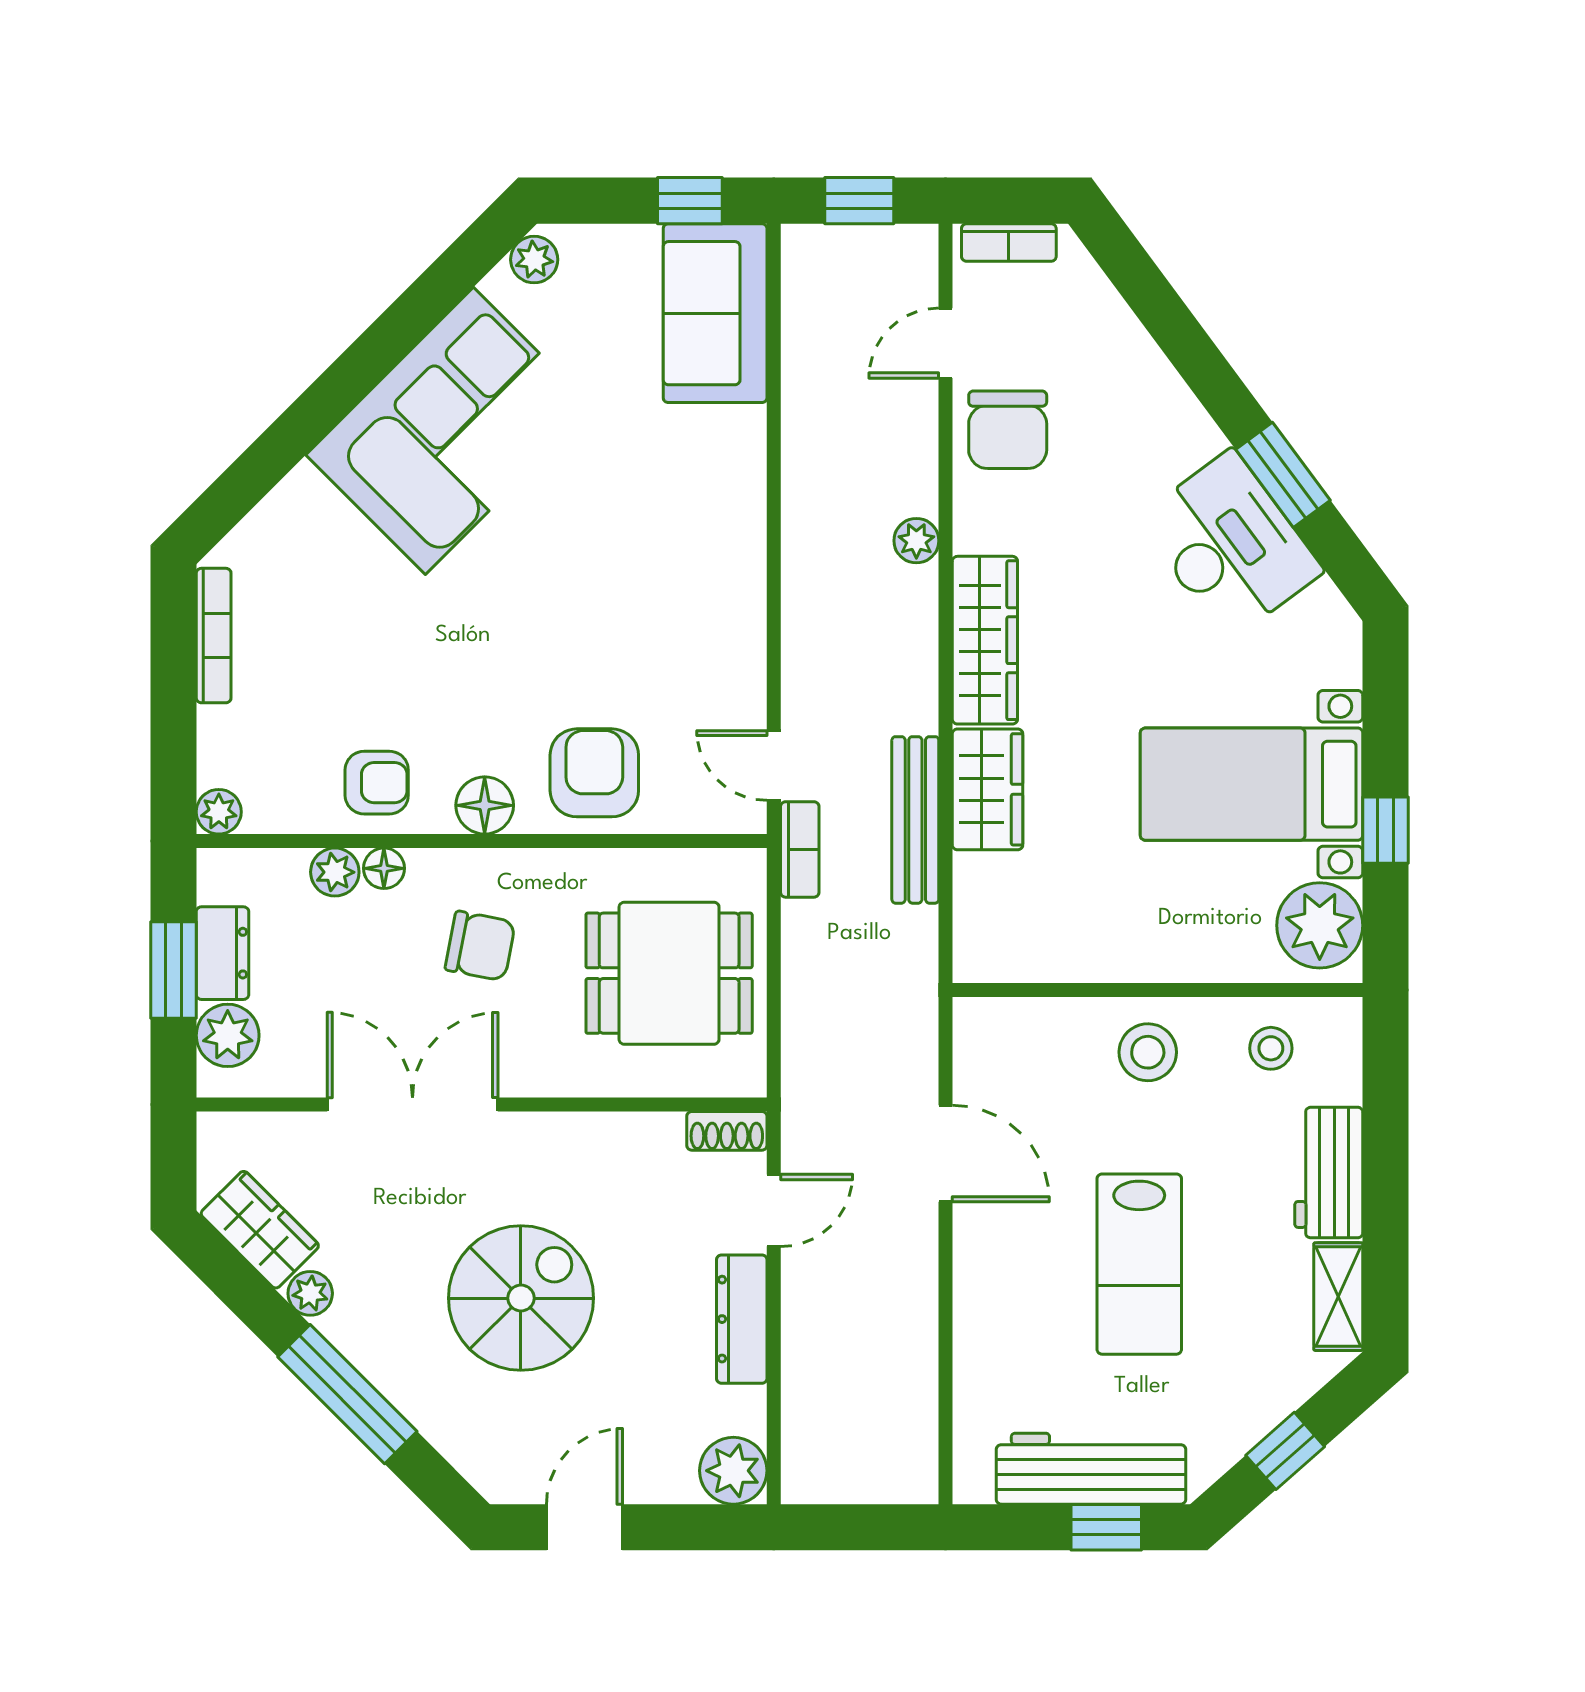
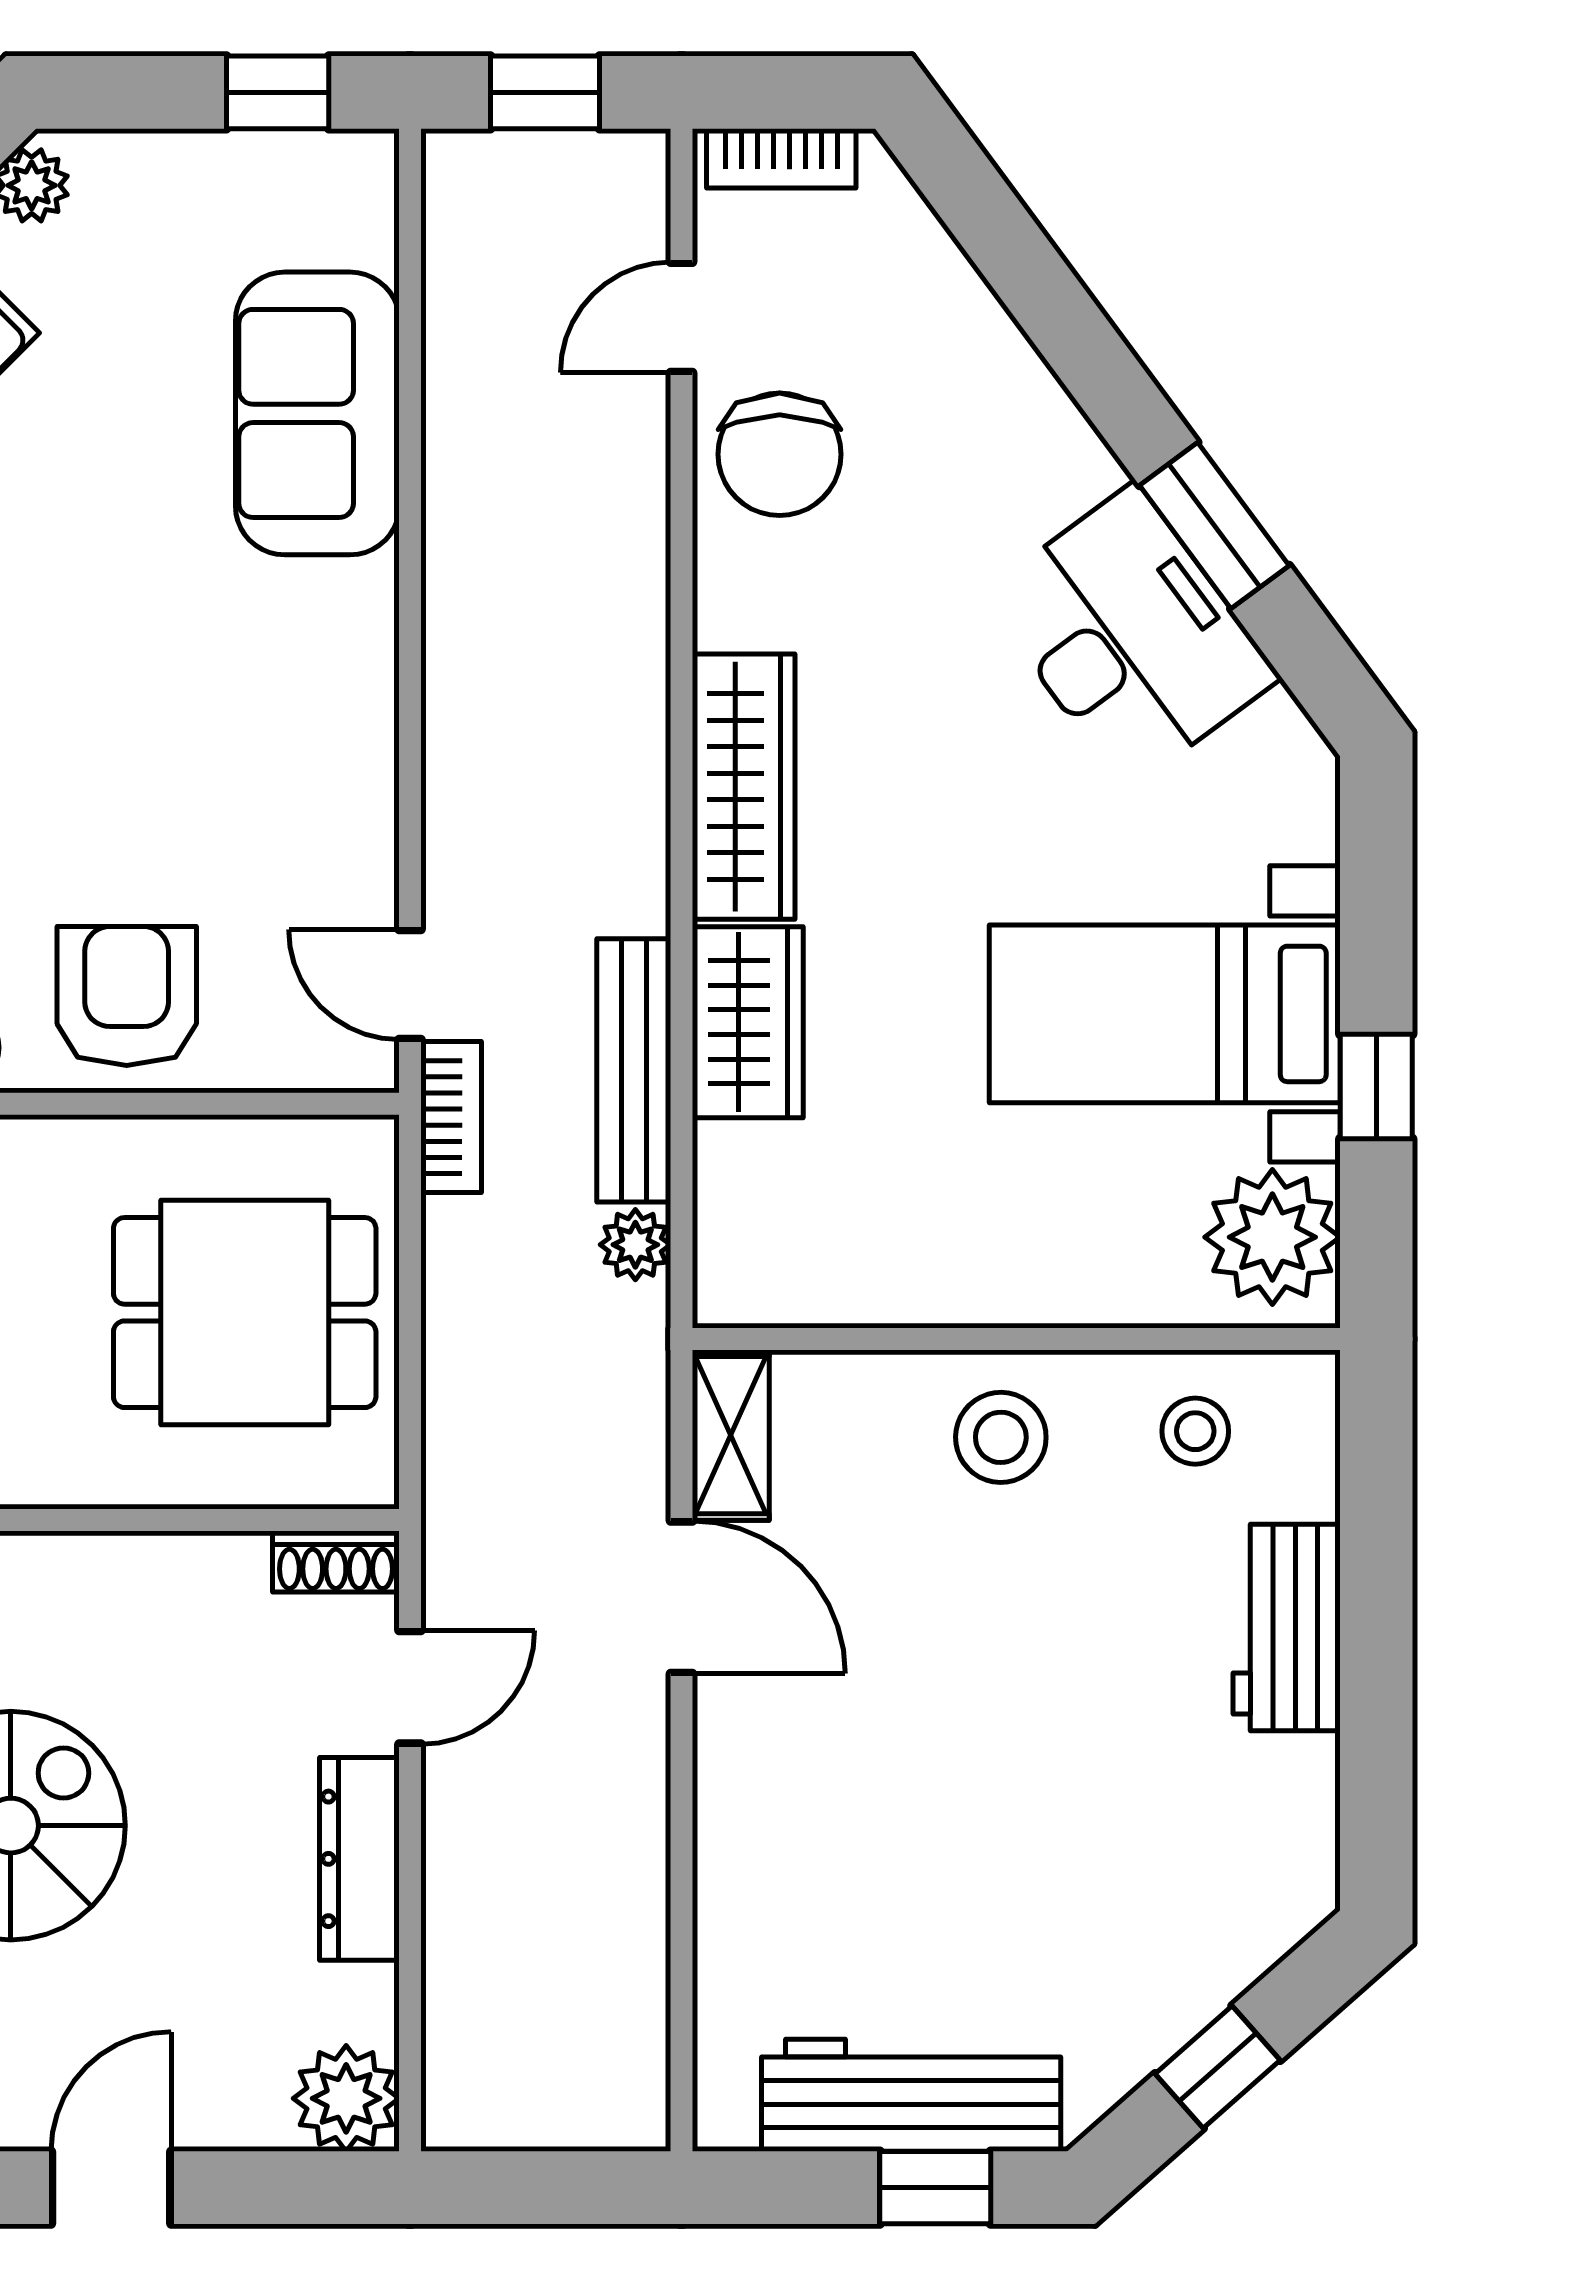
sofa: (715, 313) -> (317, 413), moved
plant: (916, 541) -> (635, 1245), moved
lab bench: (1139, 1264) -> (987, 1772), removed
shelving: (1338, 1297) -> (731, 1435), moved

